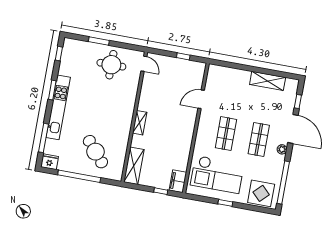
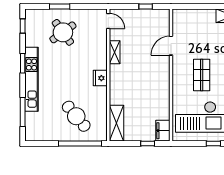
round table: (111, 65) -> (63, 32), moved, turned -36
shelving: (140, 123) -> (115, 52), moved
fridge: (50, 162) -> (100, 78), moved, turned -90
window: (79, 176) -> (80, 143), moved

